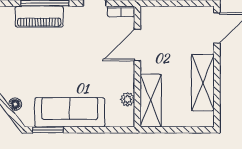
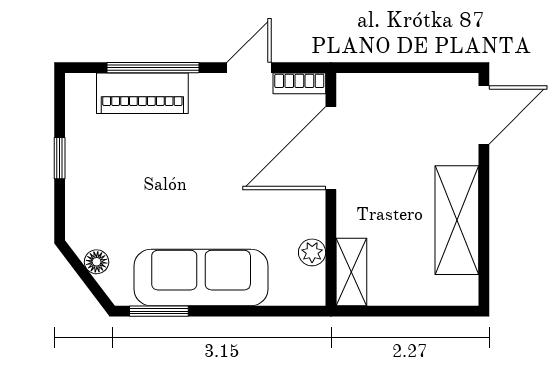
door: (137, 45) -> (331, 148), width x1.36
shelving: (151, 101) -> (351, 272), width x0.67, depth x0.75

